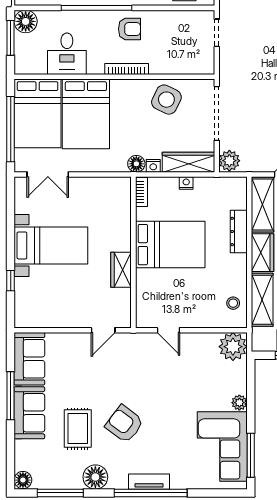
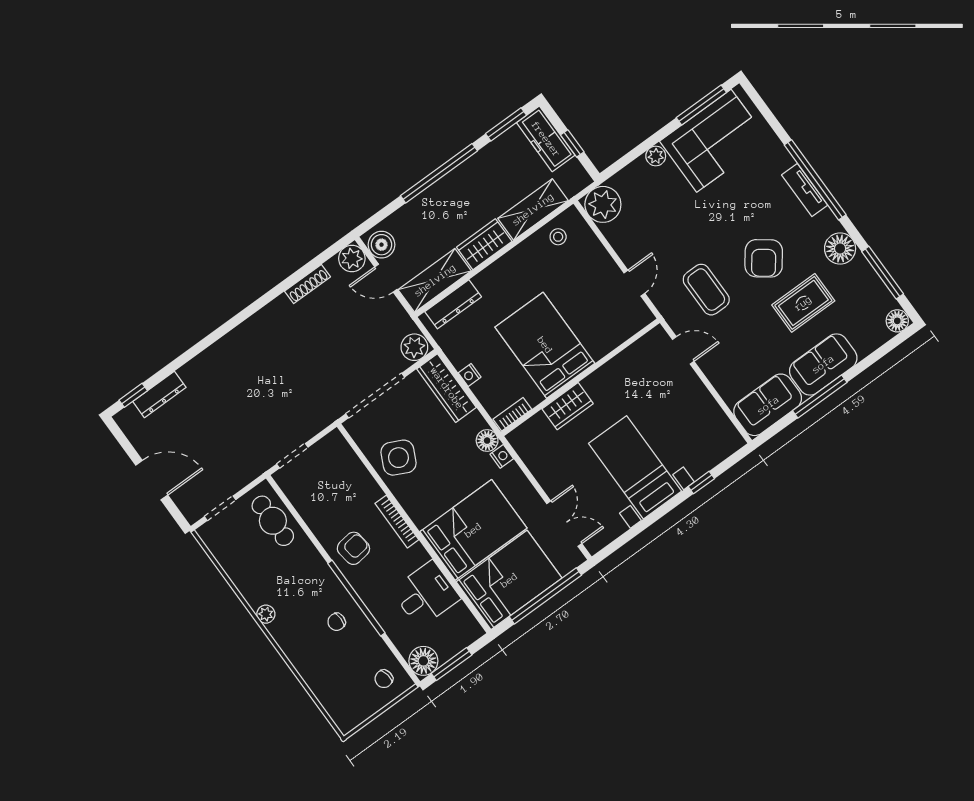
armchair: (130, 29) -> (353, 548), turned 82
nightstand: (153, 166) -> (502, 456), moved
dresser: (239, 231) -> (453, 304), moved
wardrobe: (121, 270) -> (568, 406), moved
coffee table: (131, 373) -> (706, 290), added

